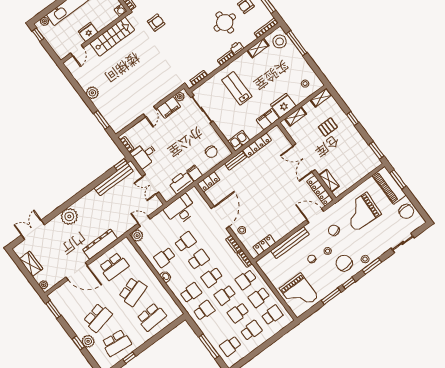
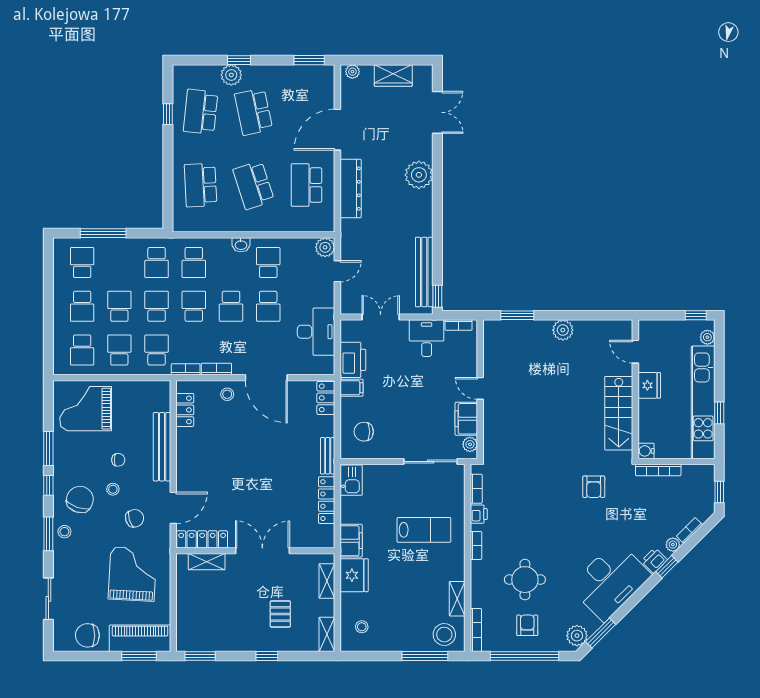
printer: (237, 48) -> (479, 514), moved
chair: (344, 263) -> (80, 499), turned -67

